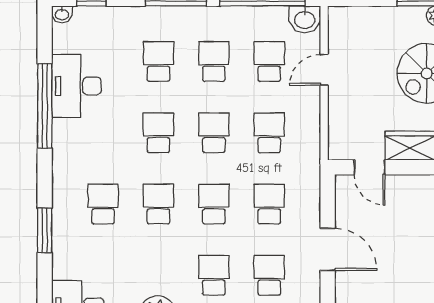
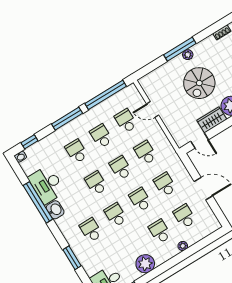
washbasin: (305, 19) -> (55, 210), moved, turned -90
door: (324, 70) -> (153, 110), hinge flipped

